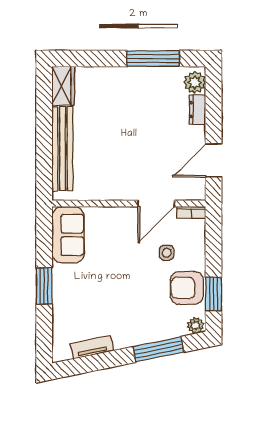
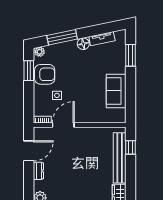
dresser: (197, 110) -> (38, 171), moved
window: (44, 166) -> (131, 147), added
sofa: (68, 235) -> (116, 91), moved
window: (44, 286) -> (131, 55), moved
floor lamp: (123, 339) -> (83, 44), added

